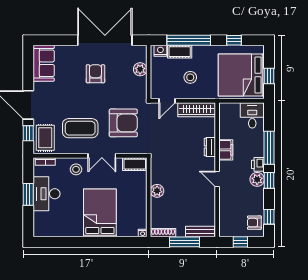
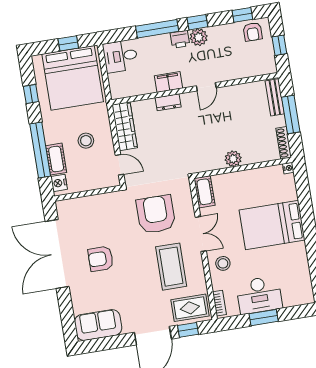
plant: (140, 69) -> (86, 204), removed

